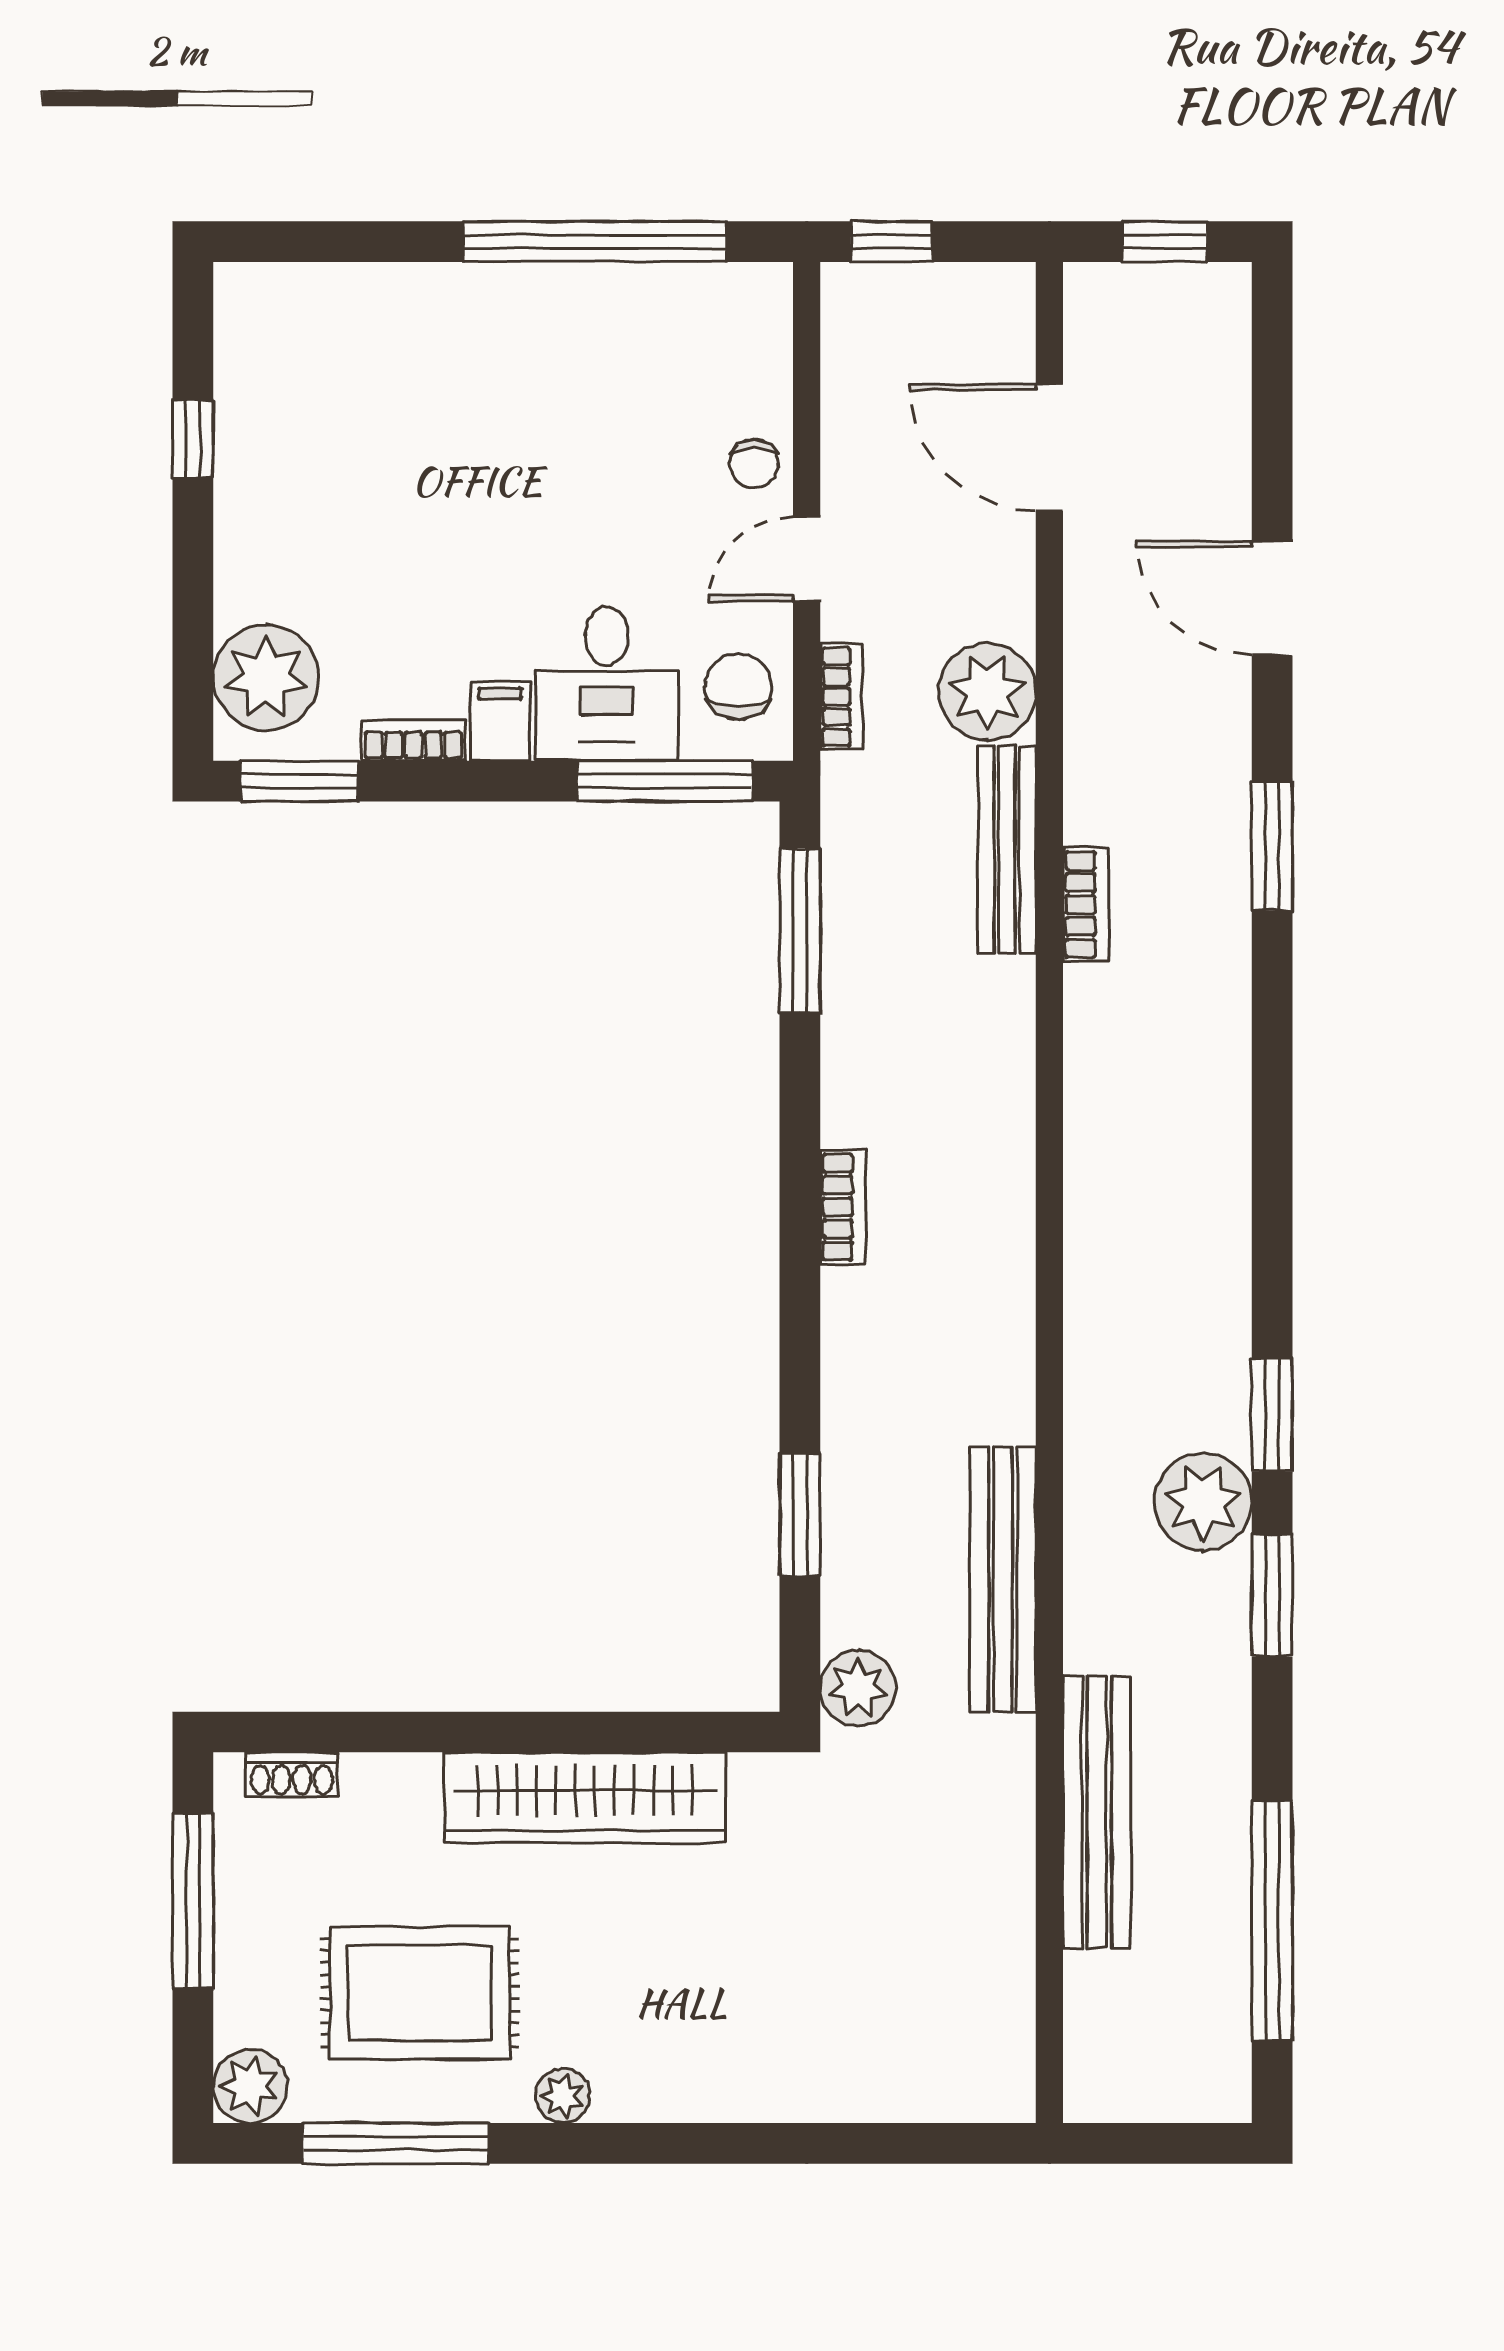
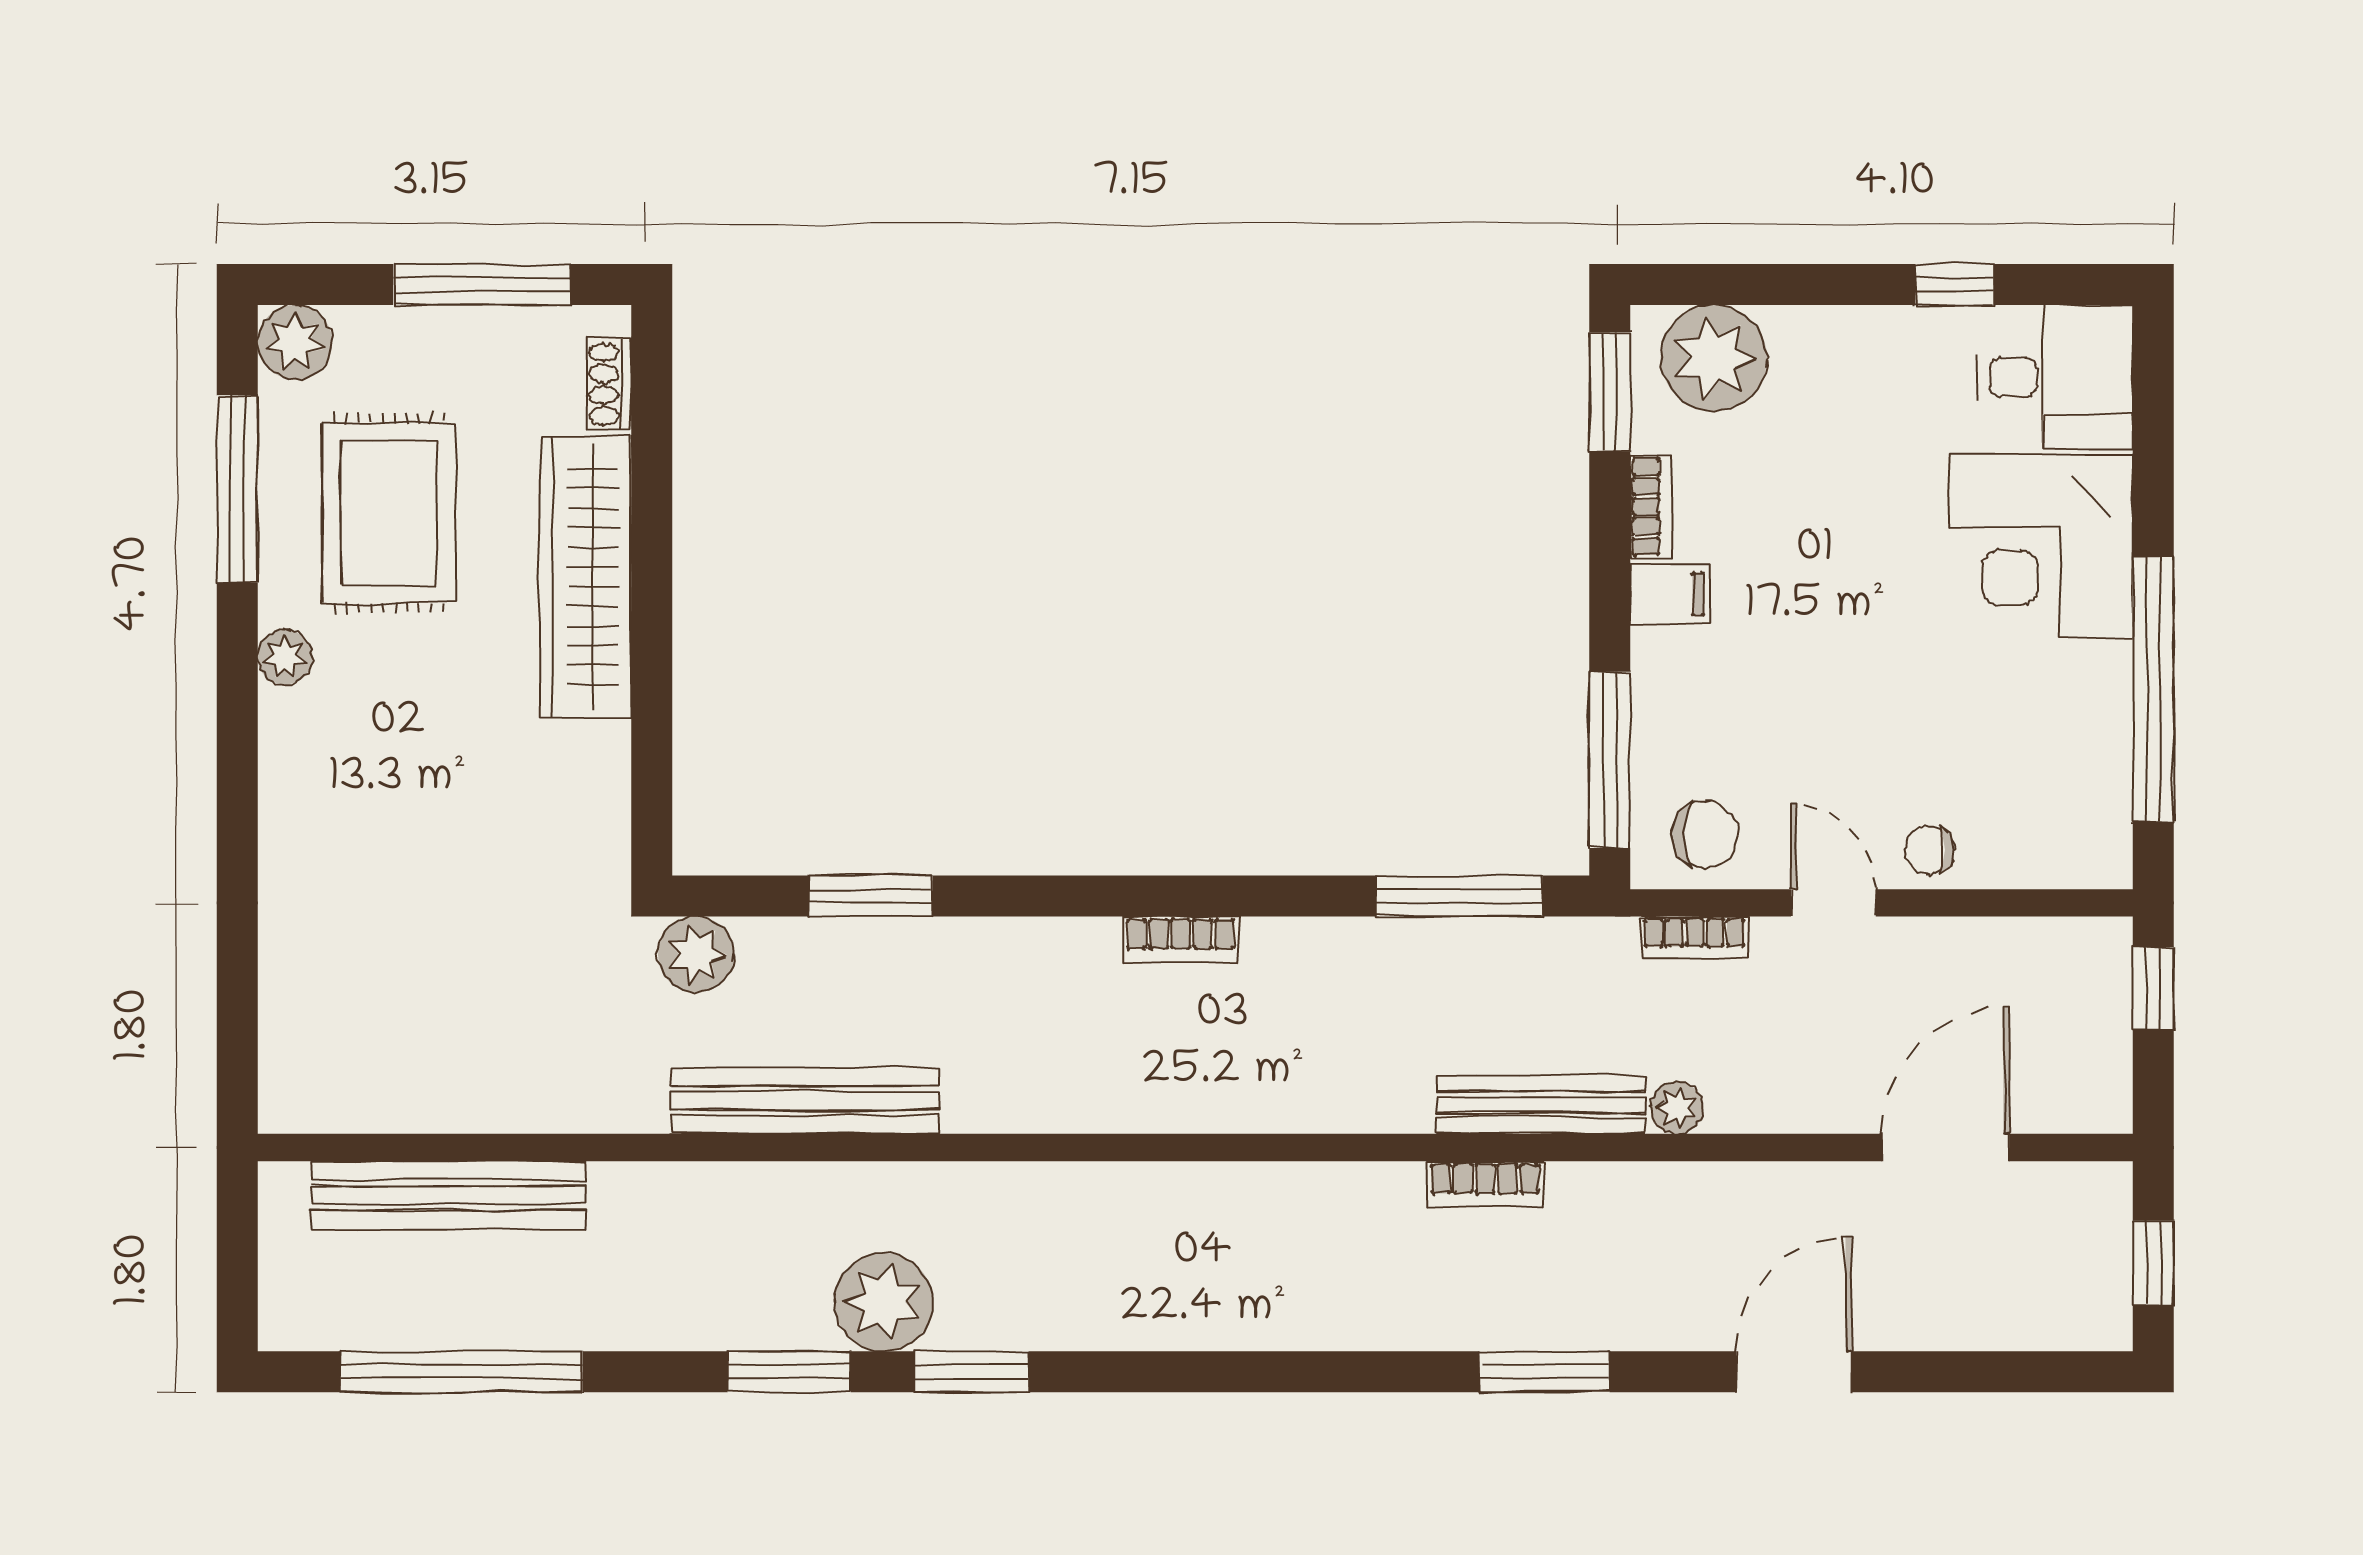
corner desk: (453, 353) -> (2041, 546), added
desk: (607, 684) -> (2055, 377), moved, turned 180
plant: (987, 692) -> (1677, 1108), width x0.53, depth x0.53
wardrobe: (585, 1798) -> (586, 577), moved
bench: (1097, 1812) -> (449, 1195), moved

